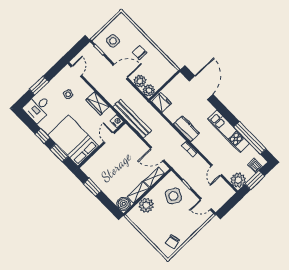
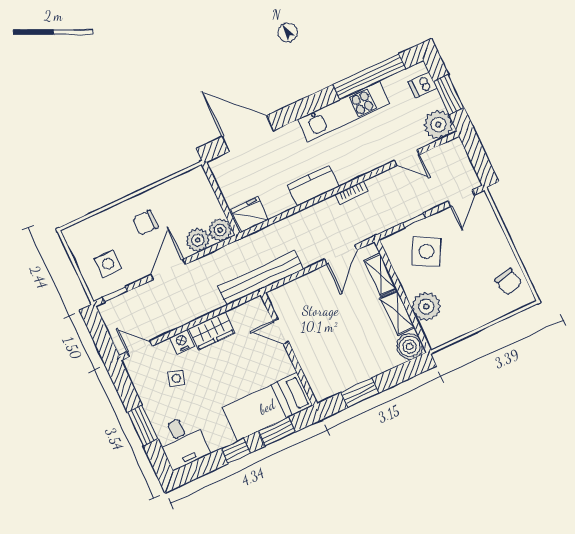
nightstand: (117, 121) -> (182, 342), moved
bed: (73, 141) -> (267, 407), width x0.67

